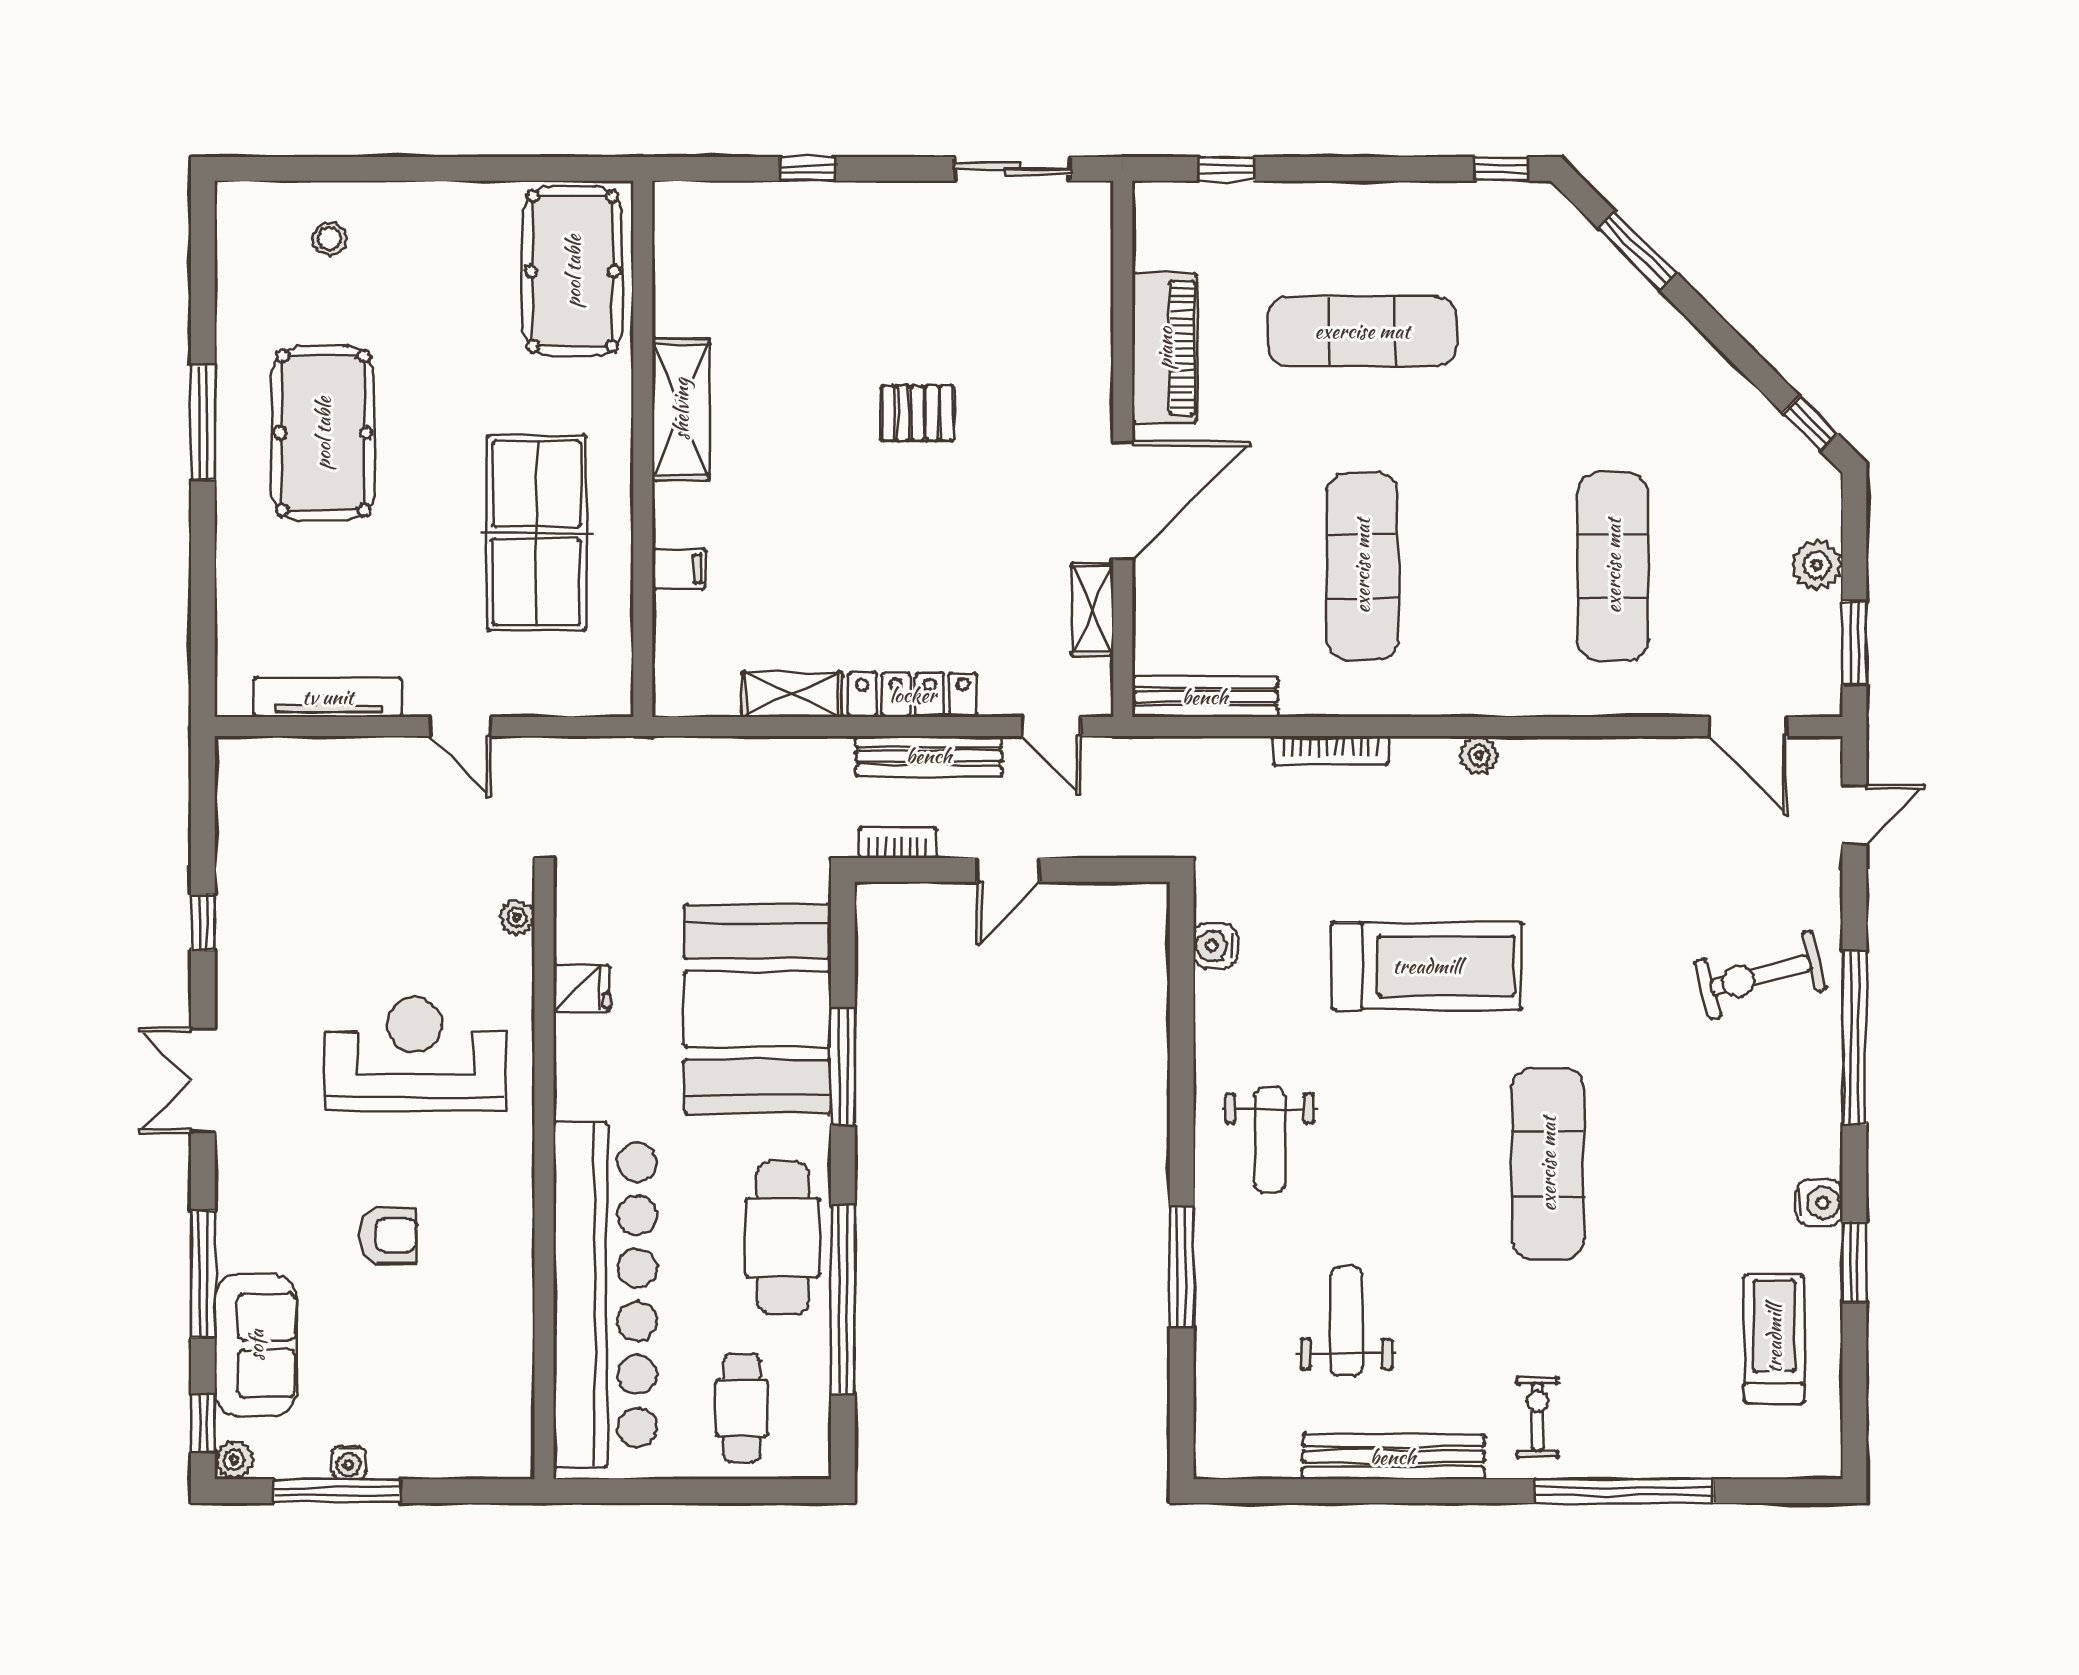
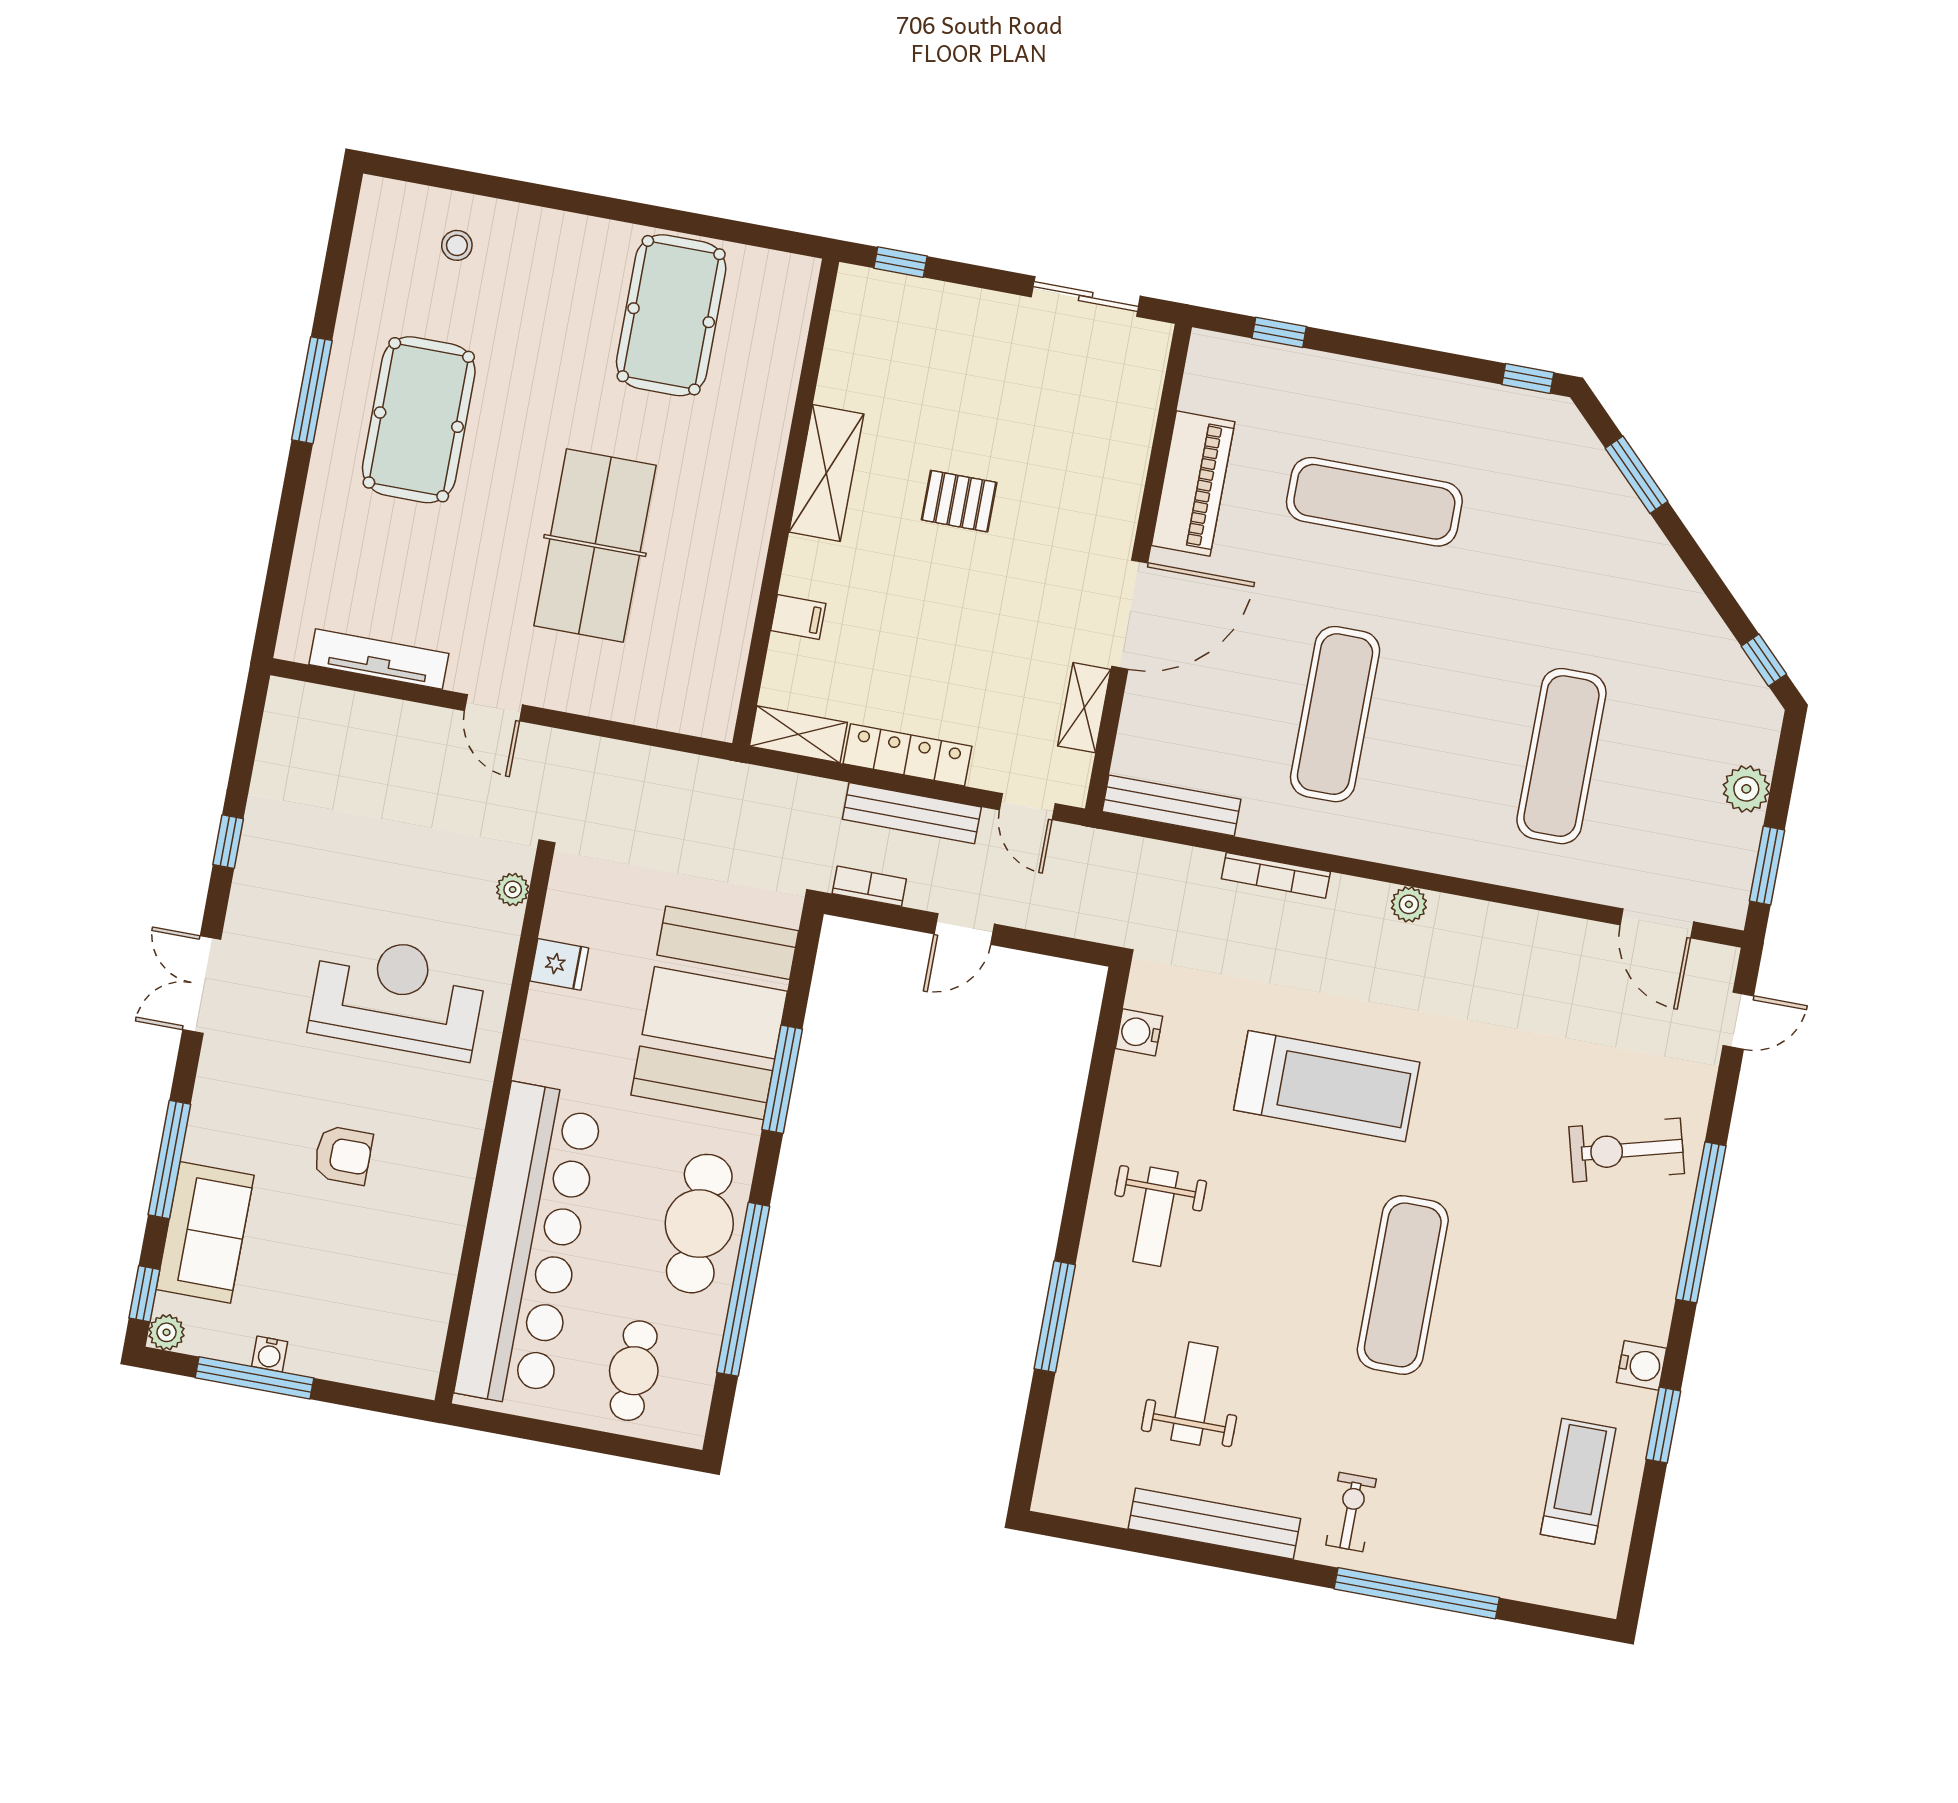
shelving: (681, 409) -> (826, 473), moved
wall: (643, 449) -> (786, 502), moved
filing cabinet: (679, 569) -> (798, 617), moved

